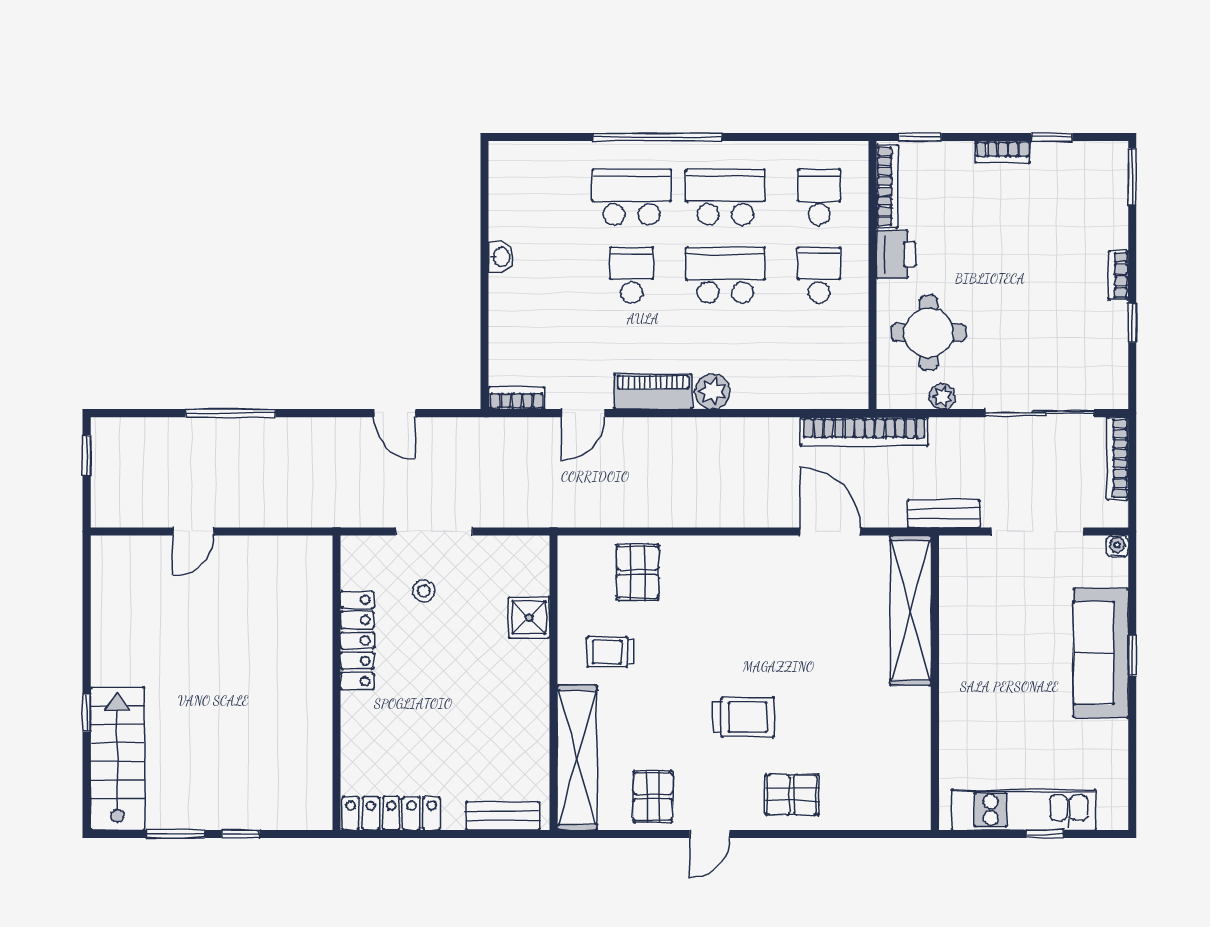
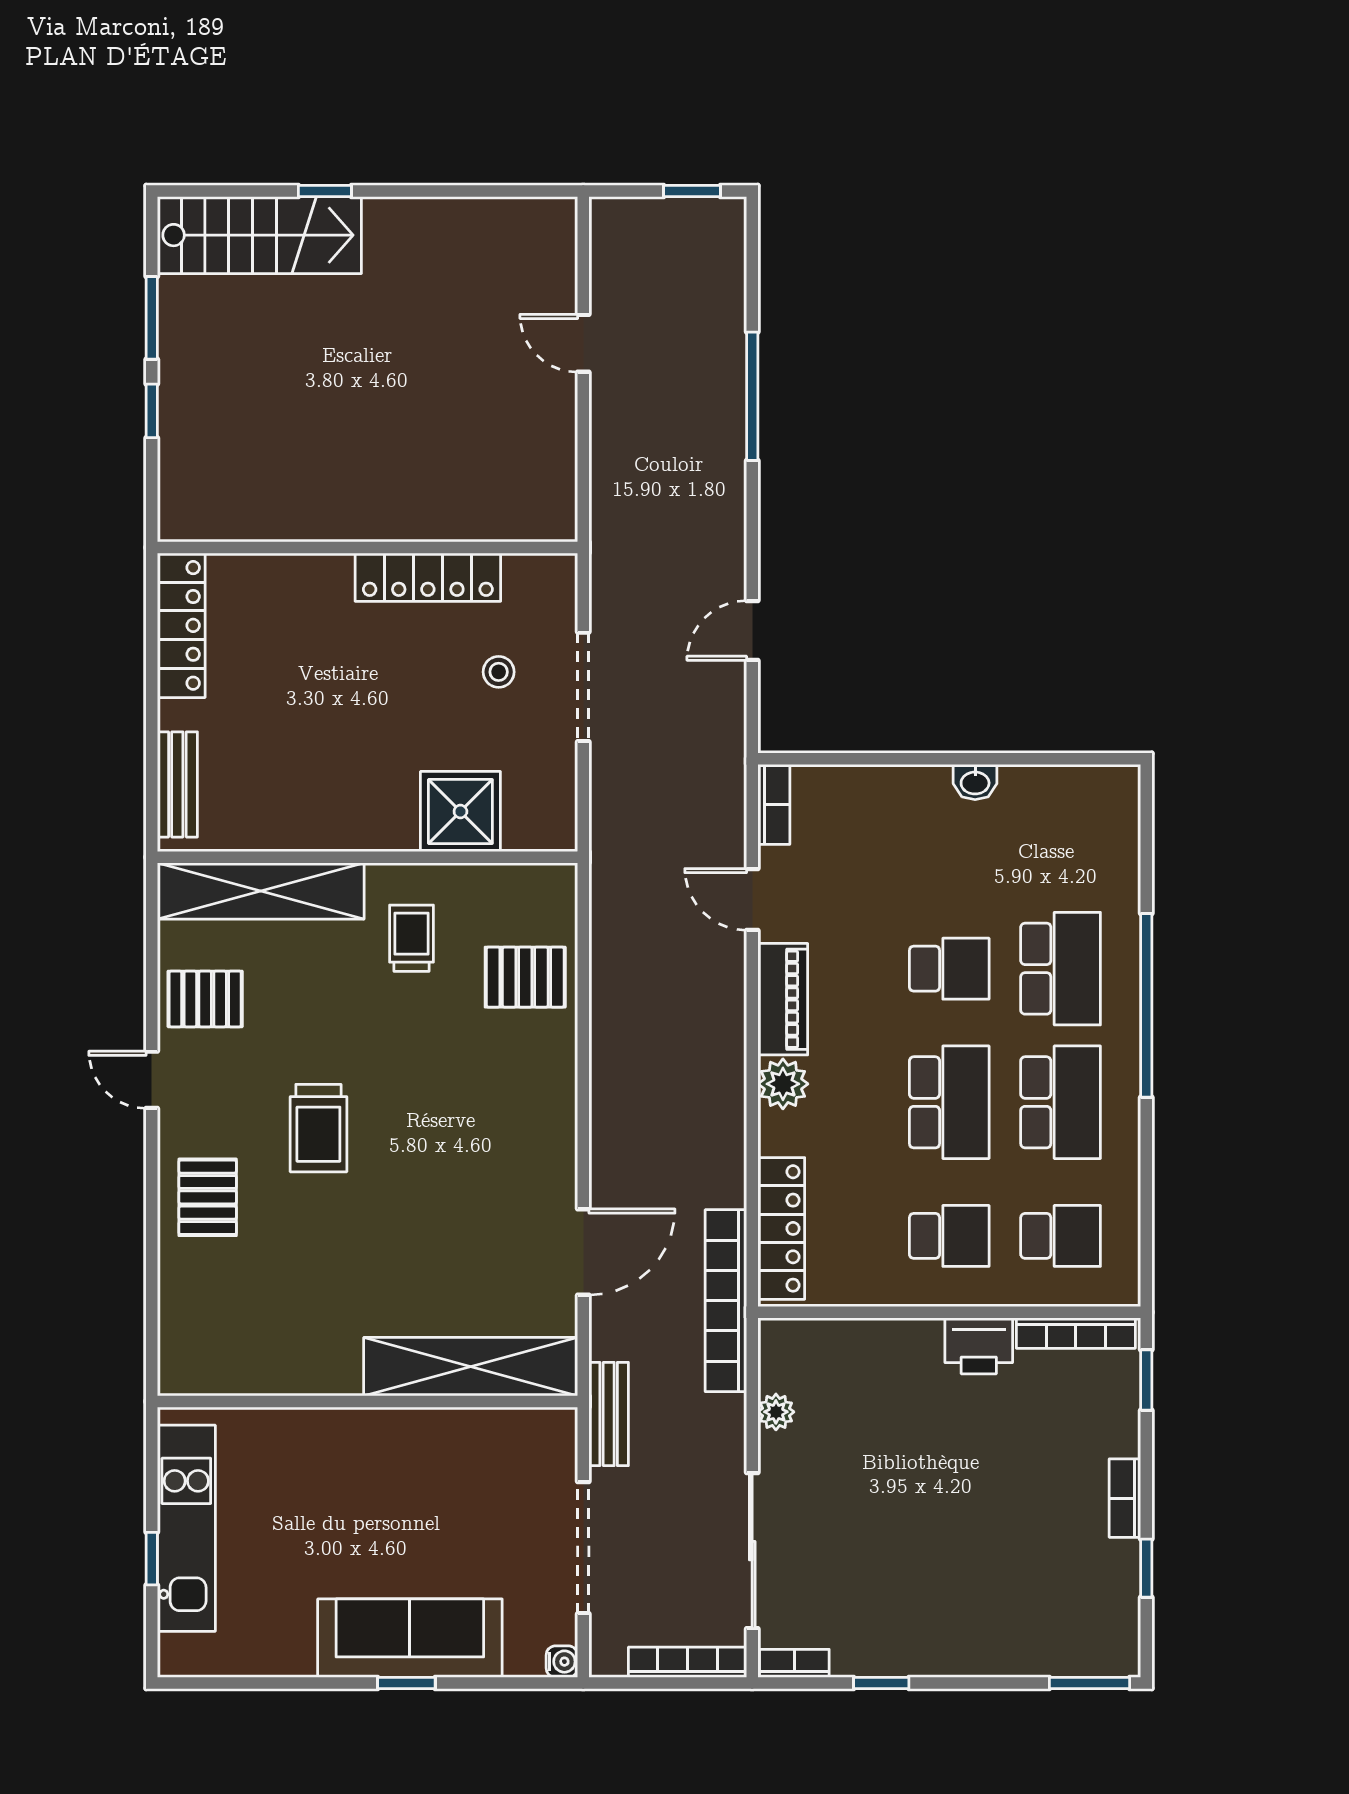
bookcase: (1118, 275) -> (794, 1663), moved
round table: (929, 333) -> (867, 1392), removed
locker: (814, 393) -> (781, 1228), added
shower: (529, 618) -> (460, 812), width x1.36, depth x1.36

